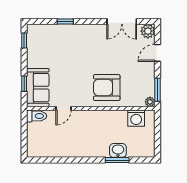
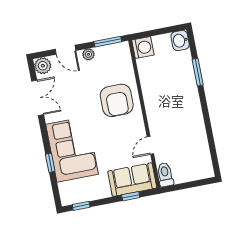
corner sofa: (73, 42) -> (72, 149), added
plant: (150, 102) -> (88, 54), moved
door: (64, 108) -> (150, 145), swing flipped
washing machine: (136, 118) -> (143, 48), moved
washbasin: (118, 150) -> (180, 40), moved

